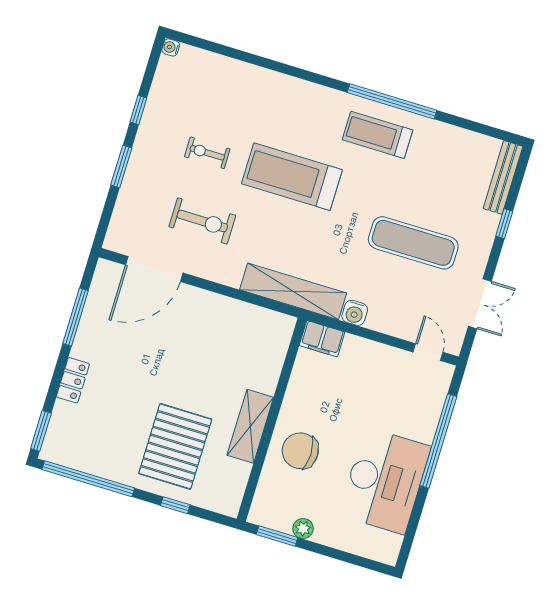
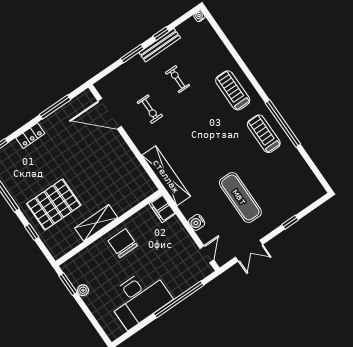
treadmill: (292, 177) -> (233, 90), moved, width x0.73, depth x0.73
bench: (503, 177) -> (160, 45), moved
exercise bike: (202, 221) -> (150, 109), width x0.73, depth x0.72
water cooler: (355, 313) -> (197, 222), moved
chair: (300, 451) -> (123, 243), moved

